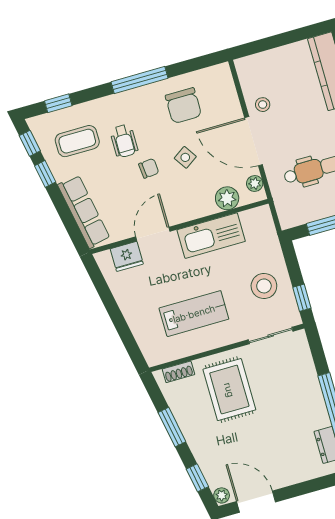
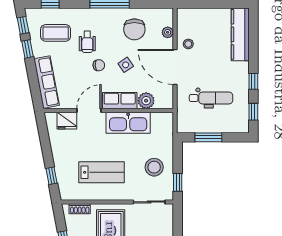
plant: (255, 183) -> (168, 32), moved
row of seats: (191, 209) -> (120, 101), added
window: (127, 338) -> (51, 176), added

